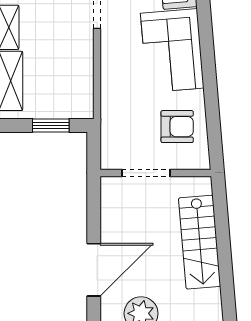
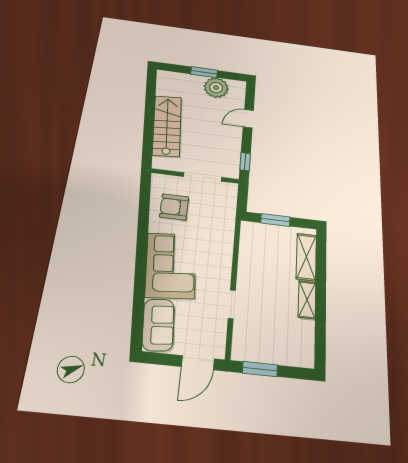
window: (94, 203) -> (245, 162), added
door: (94, 270) -> (248, 119), width x0.53

